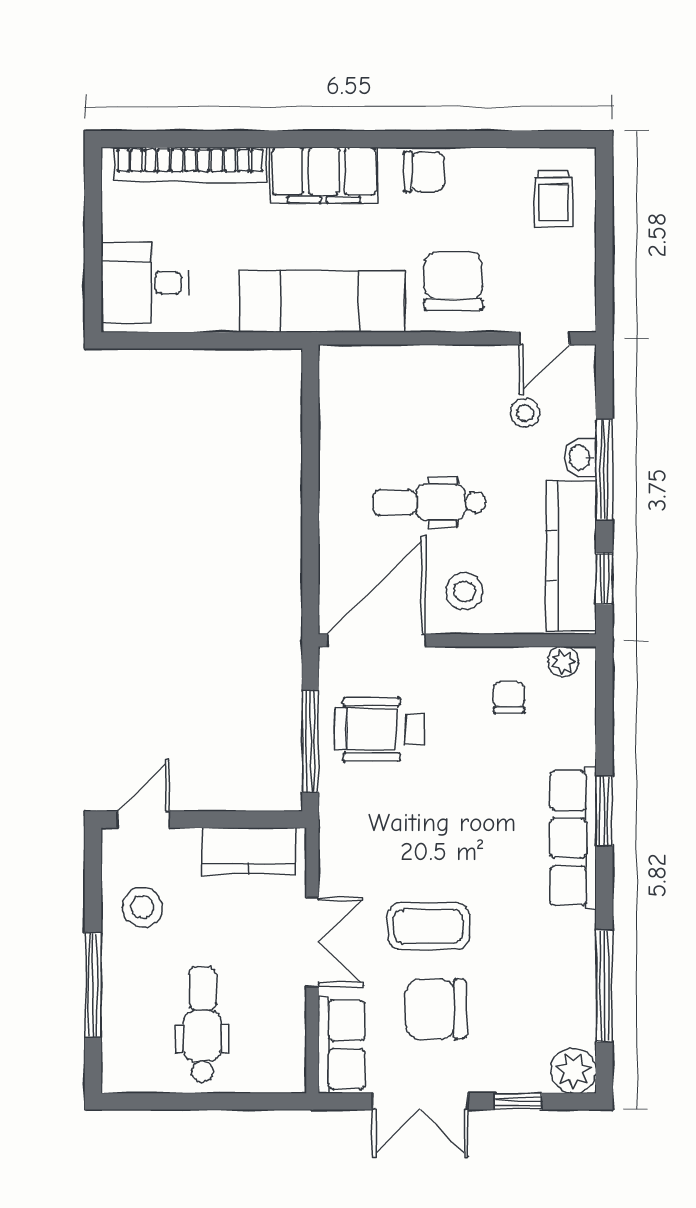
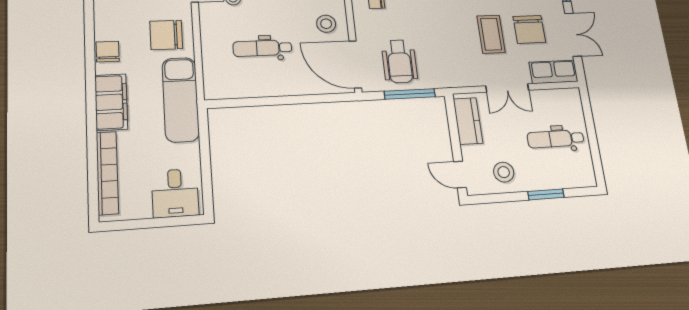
dental chair: (429, 502) -> (262, 48), moved, turned 90
double door: (312, 942) -> (507, 88), swing flipped
window: (93, 985) -> (546, 194), width x0.69

